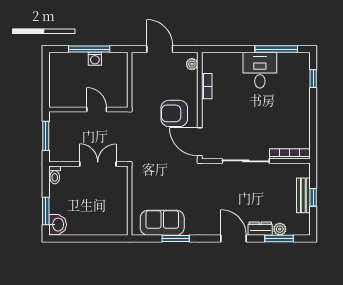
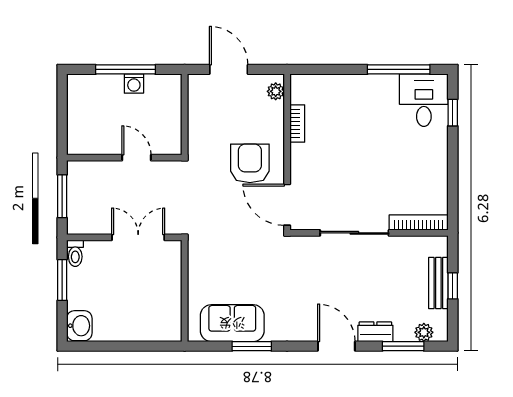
desk: (260, 70) -> (424, 100), moved
armchair: (174, 113) -> (250, 163), turned 90
window: (46, 211) -> (62, 280), moved
plant: (280, 229) -> (424, 332), moved

